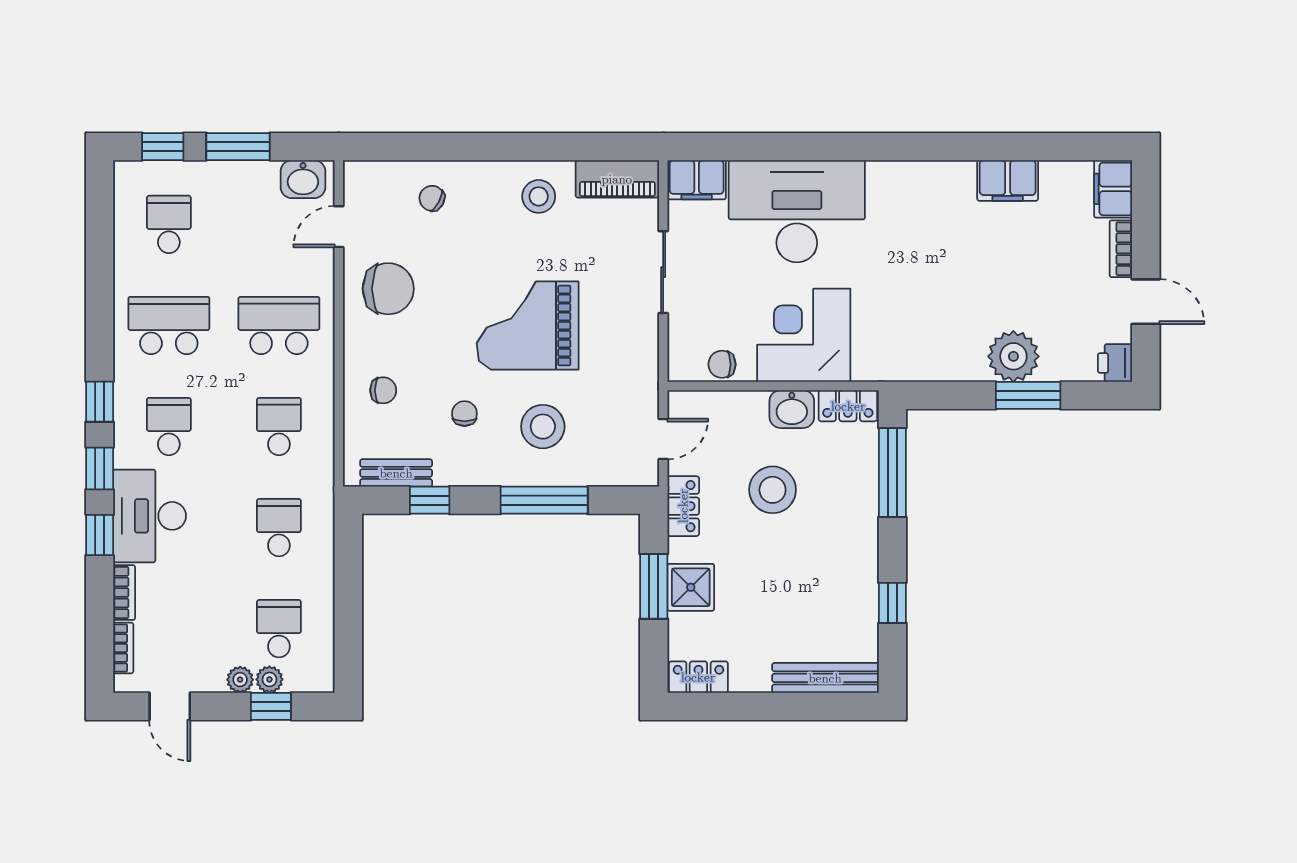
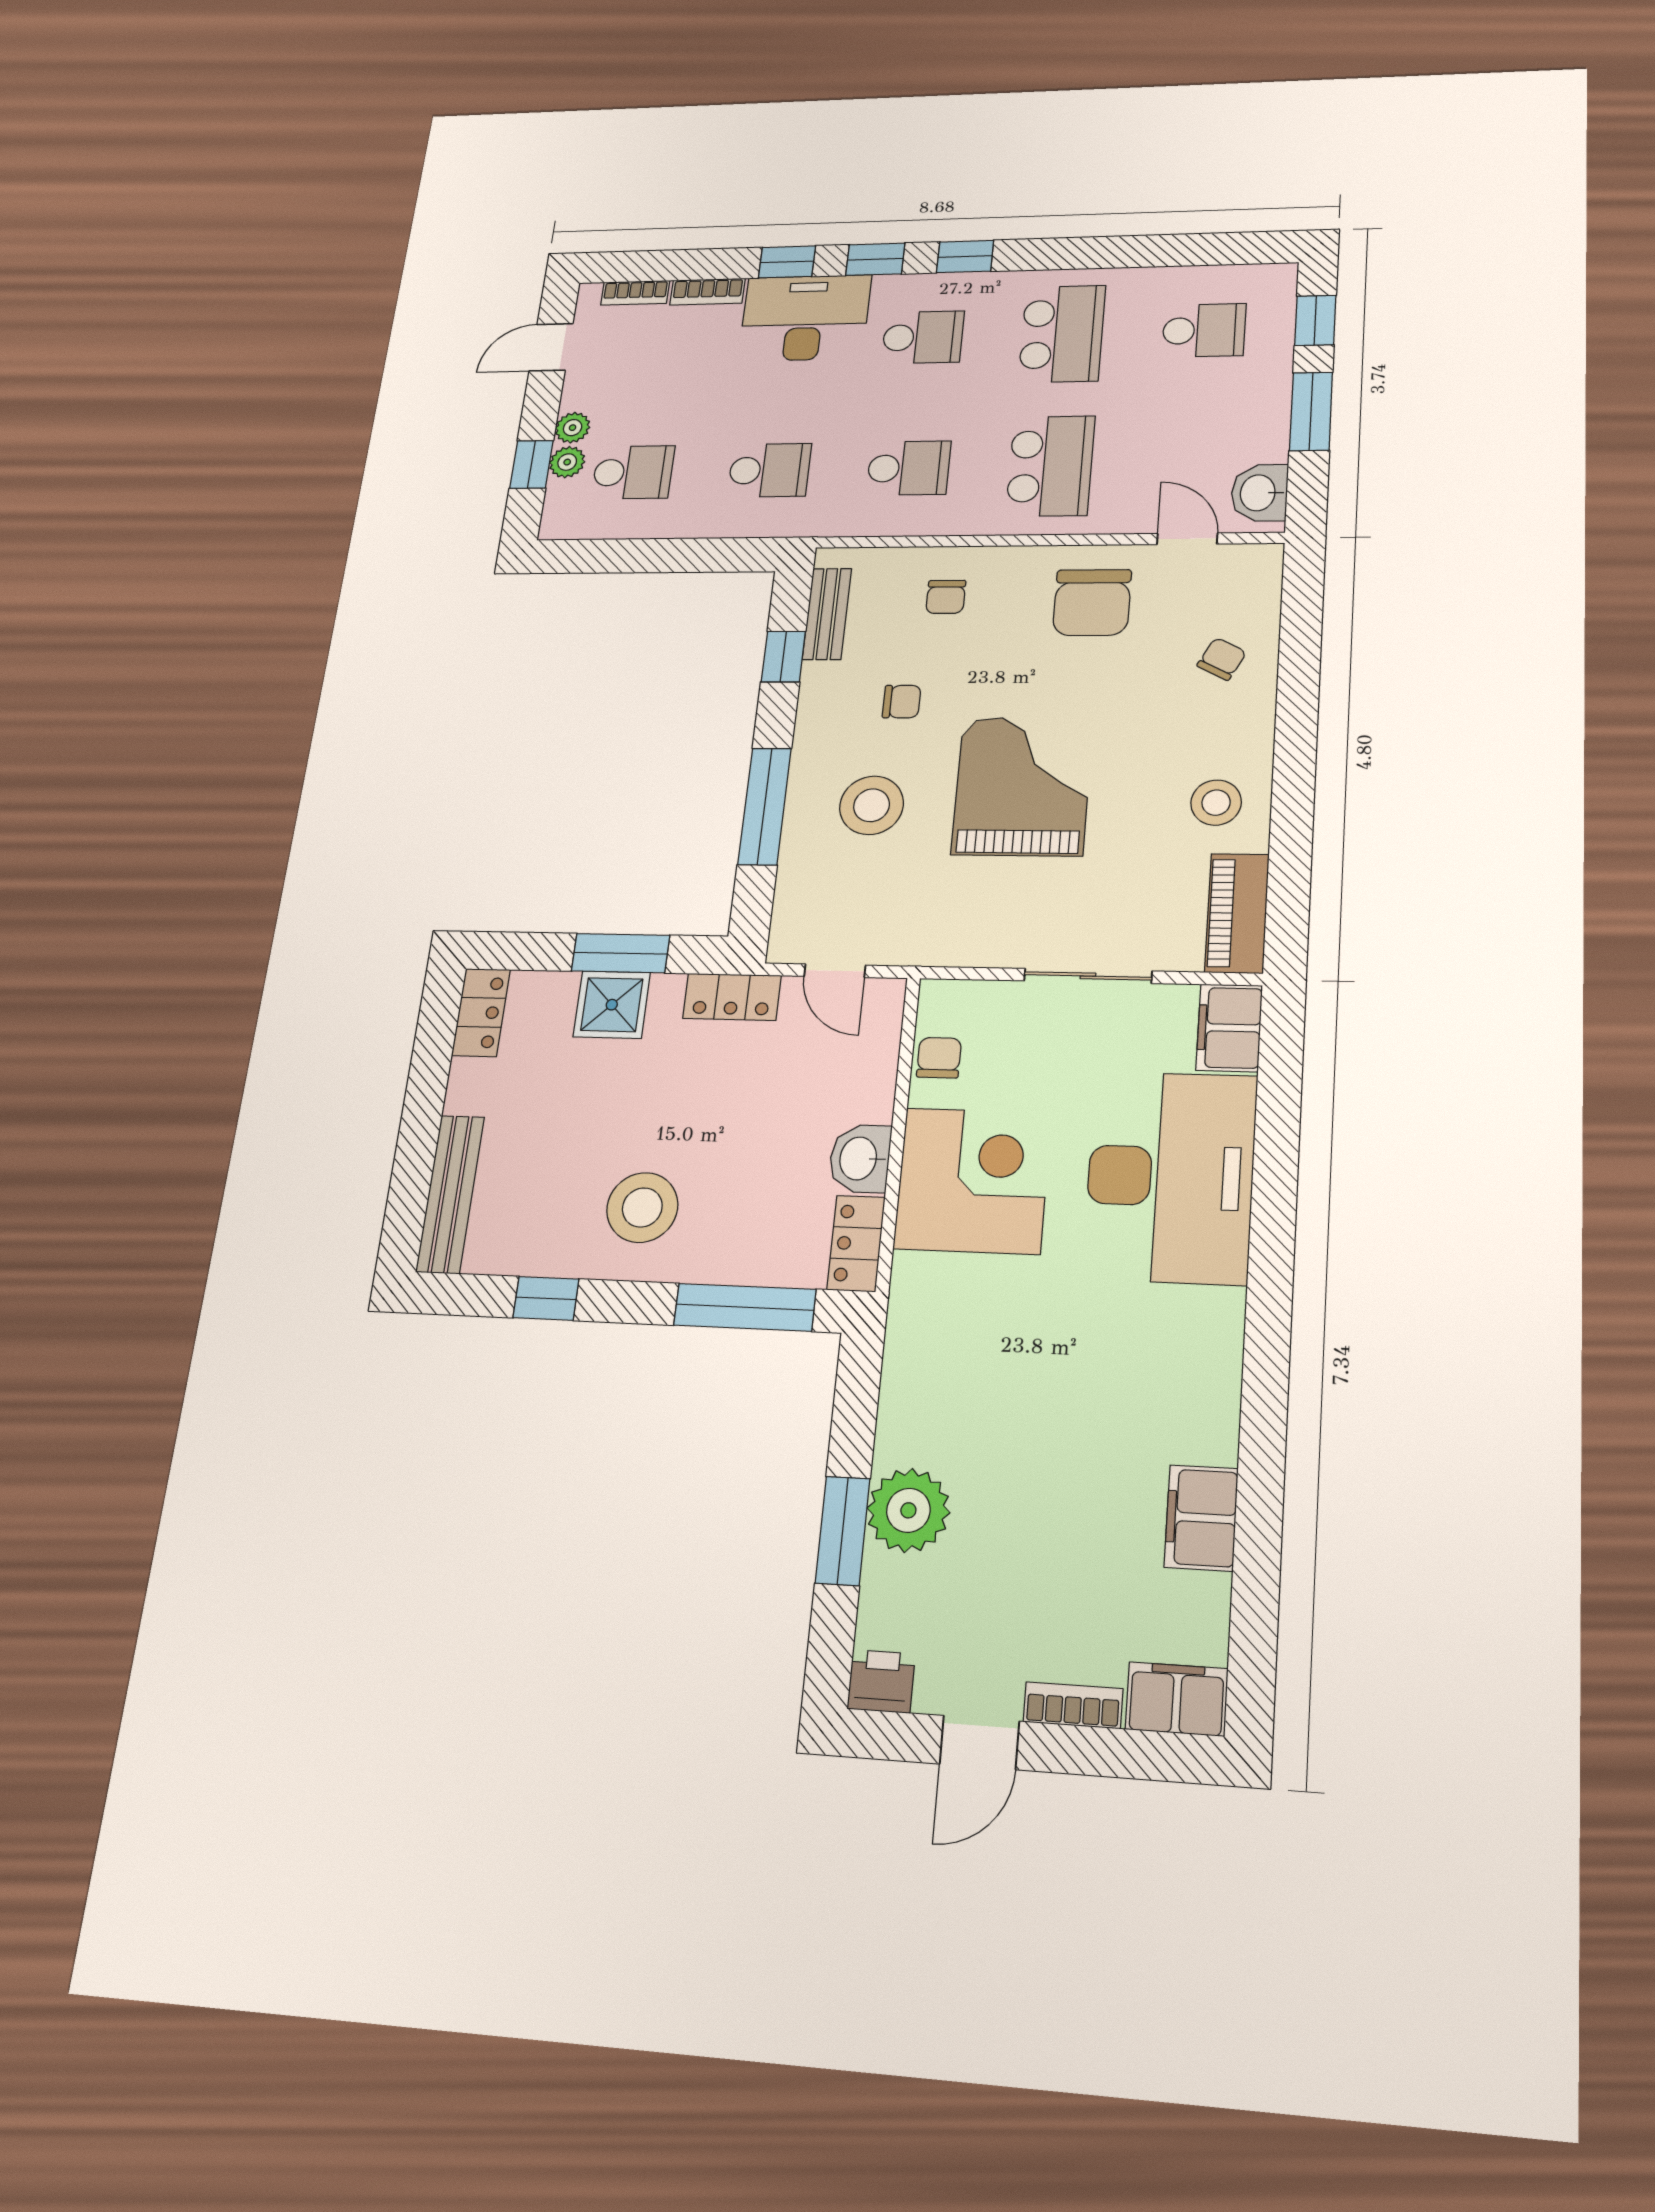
stool: (773, 490) -> (642, 1207), moved

